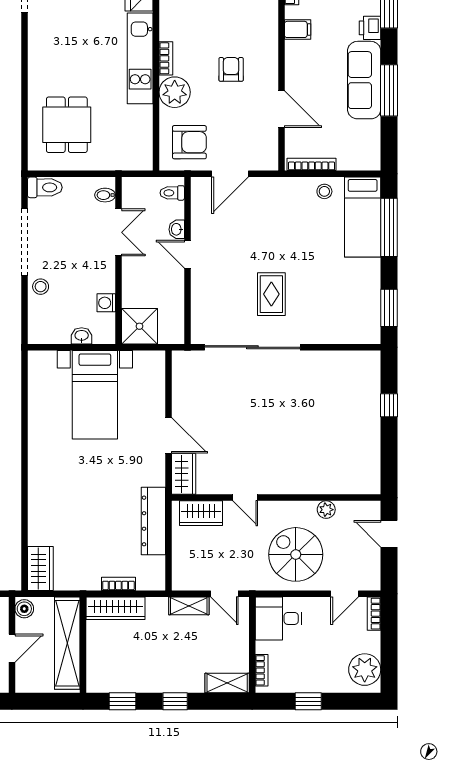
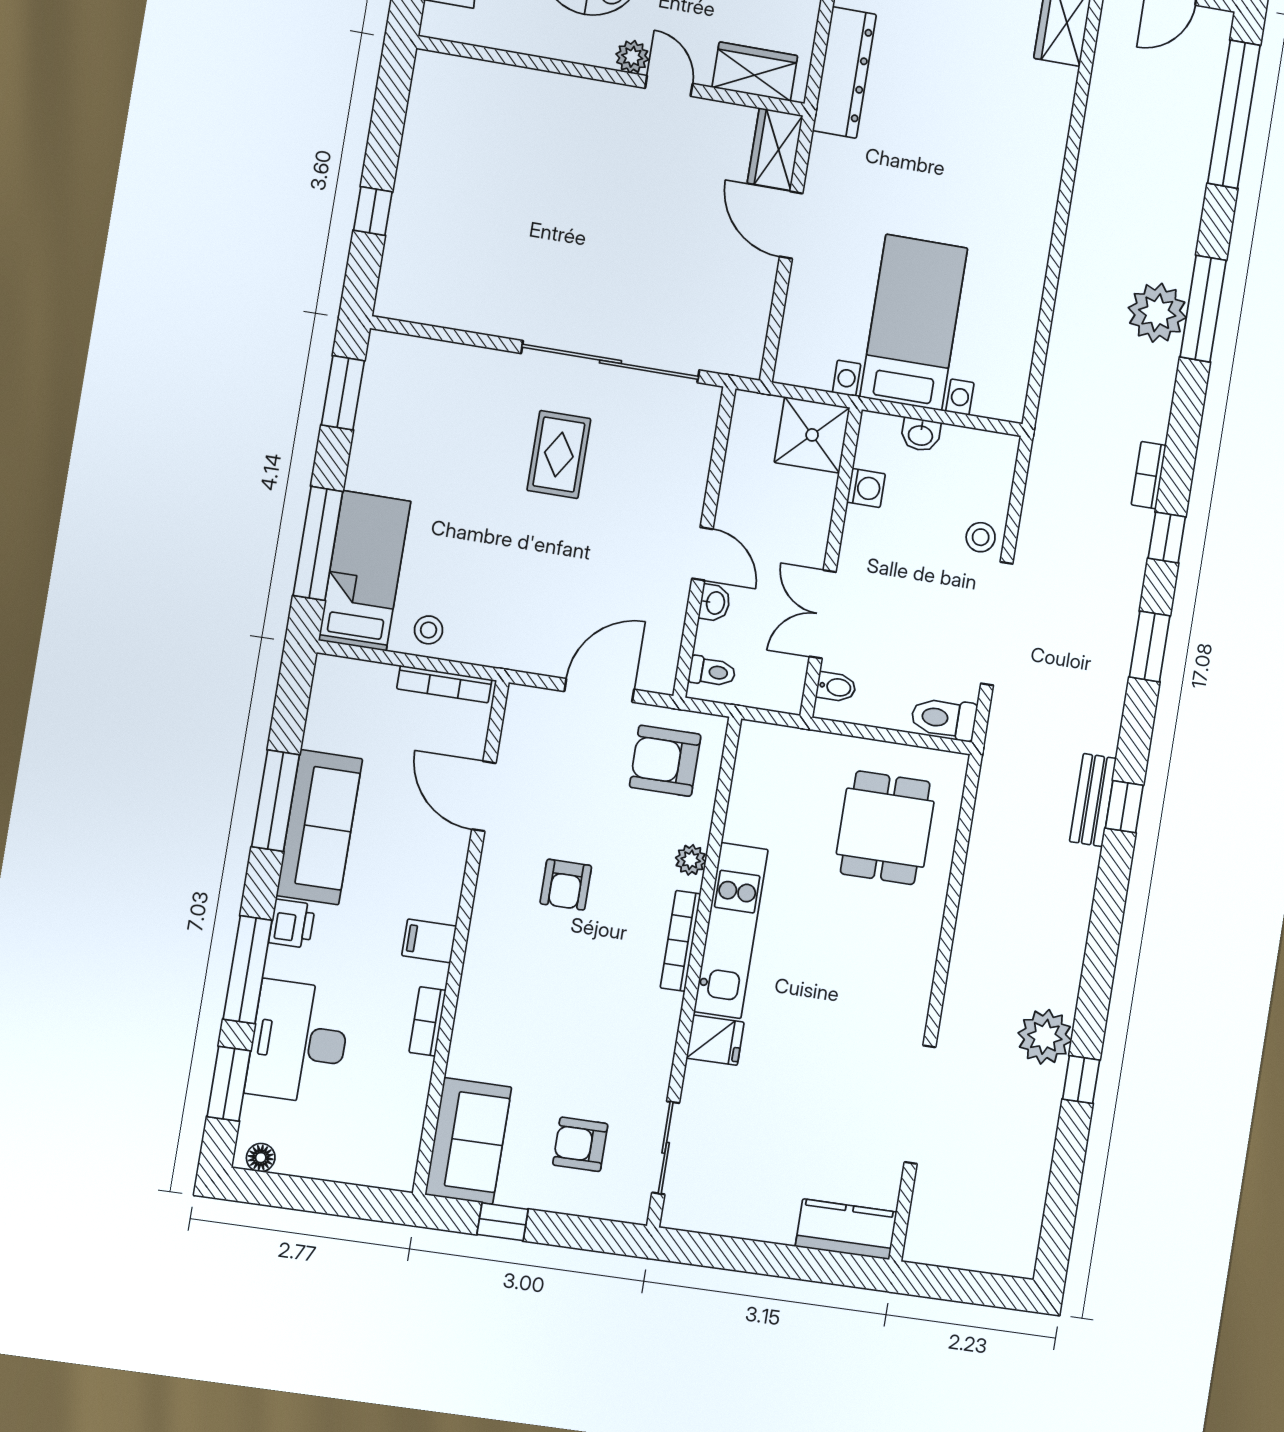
bookcase: (166, 58) -> (680, 941), width x1.56
plant: (175, 92) -> (691, 860), width x0.53, depth x0.53
plant: (326, 510) -> (632, 57), moved

